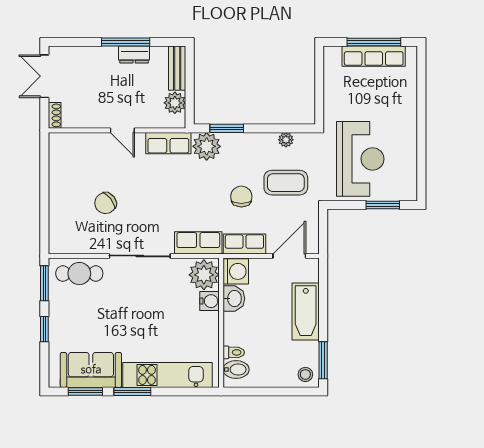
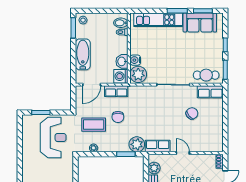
reception desk: (360, 159) -> (53, 137), turned 180
row of seats: (198, 243) -> (210, 92), moved

